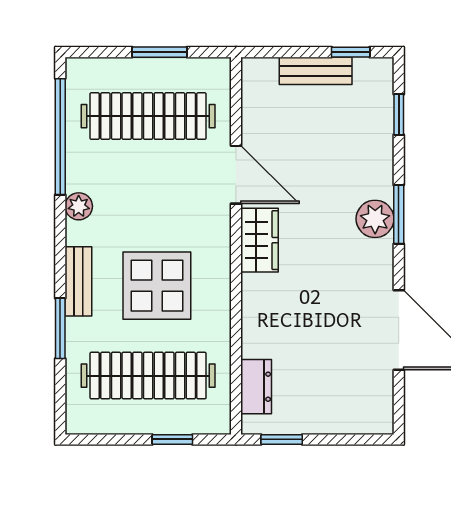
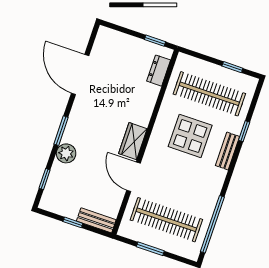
window: (351, 52) -> (73, 222), moved
bench: (316, 71) -> (96, 220), moved
plant: (79, 206) -> (215, 187), removed
plant: (375, 219) -> (66, 153), moved
window: (60, 328) -> (244, 131), width x0.67
window: (172, 439) -> (232, 67), moved

